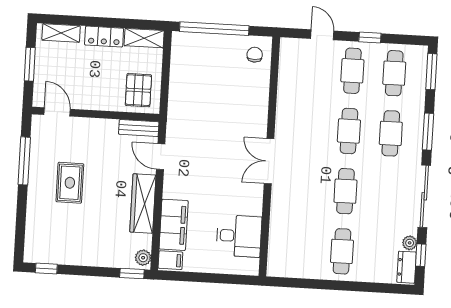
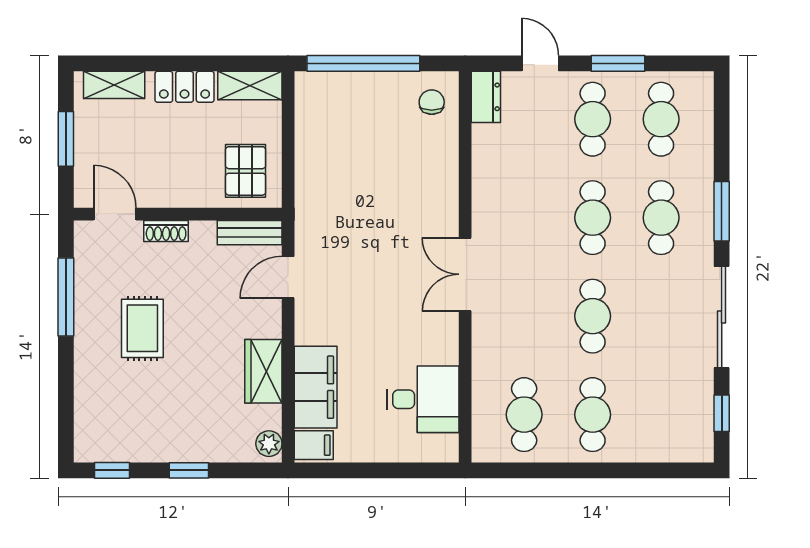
window: (370, 38) -> (618, 63), width x1.50
window: (431, 72) -> (722, 113), removed
shoe rack: (88, 124) -> (166, 231), added
door: (161, 157) -> (288, 277), hinge flipped
wardrobe: (143, 204) -> (263, 371), width x0.67
plant: (410, 243) -> (702, 394), removed
cafe table: (300, 249) -> (524, 415), added
dresser: (407, 267) -> (486, 97), moved, turned 180
window: (132, 273) -> (189, 470), moved

